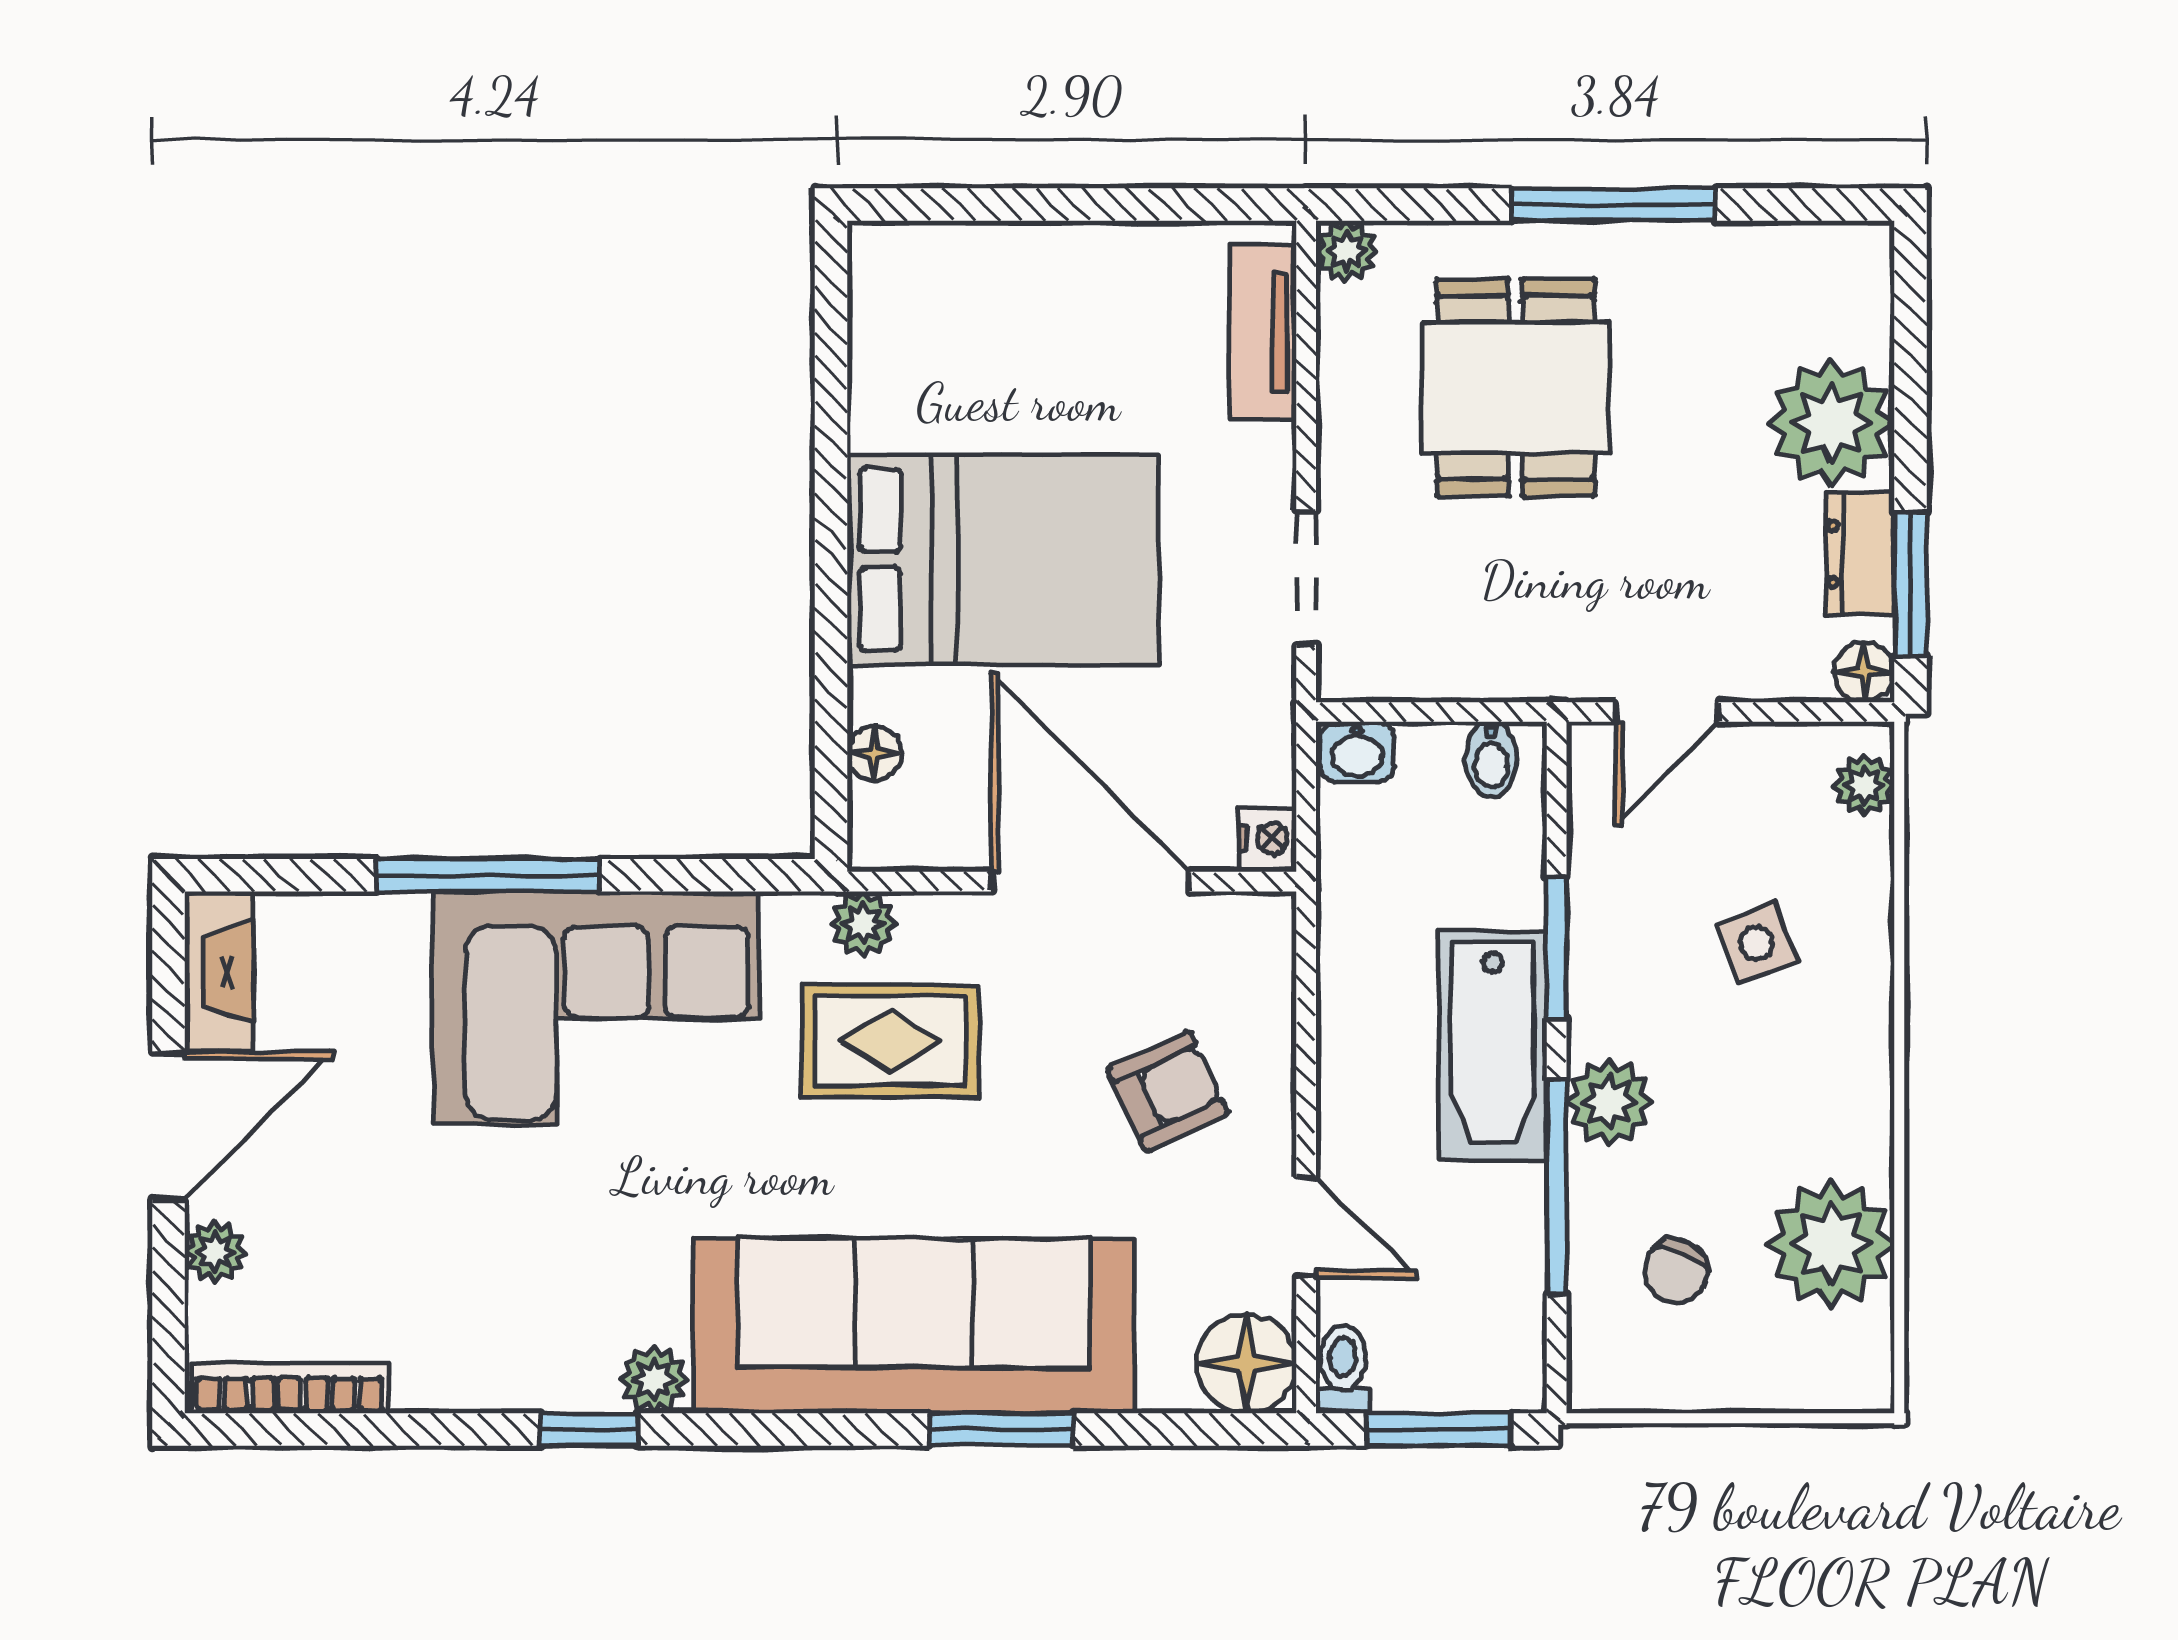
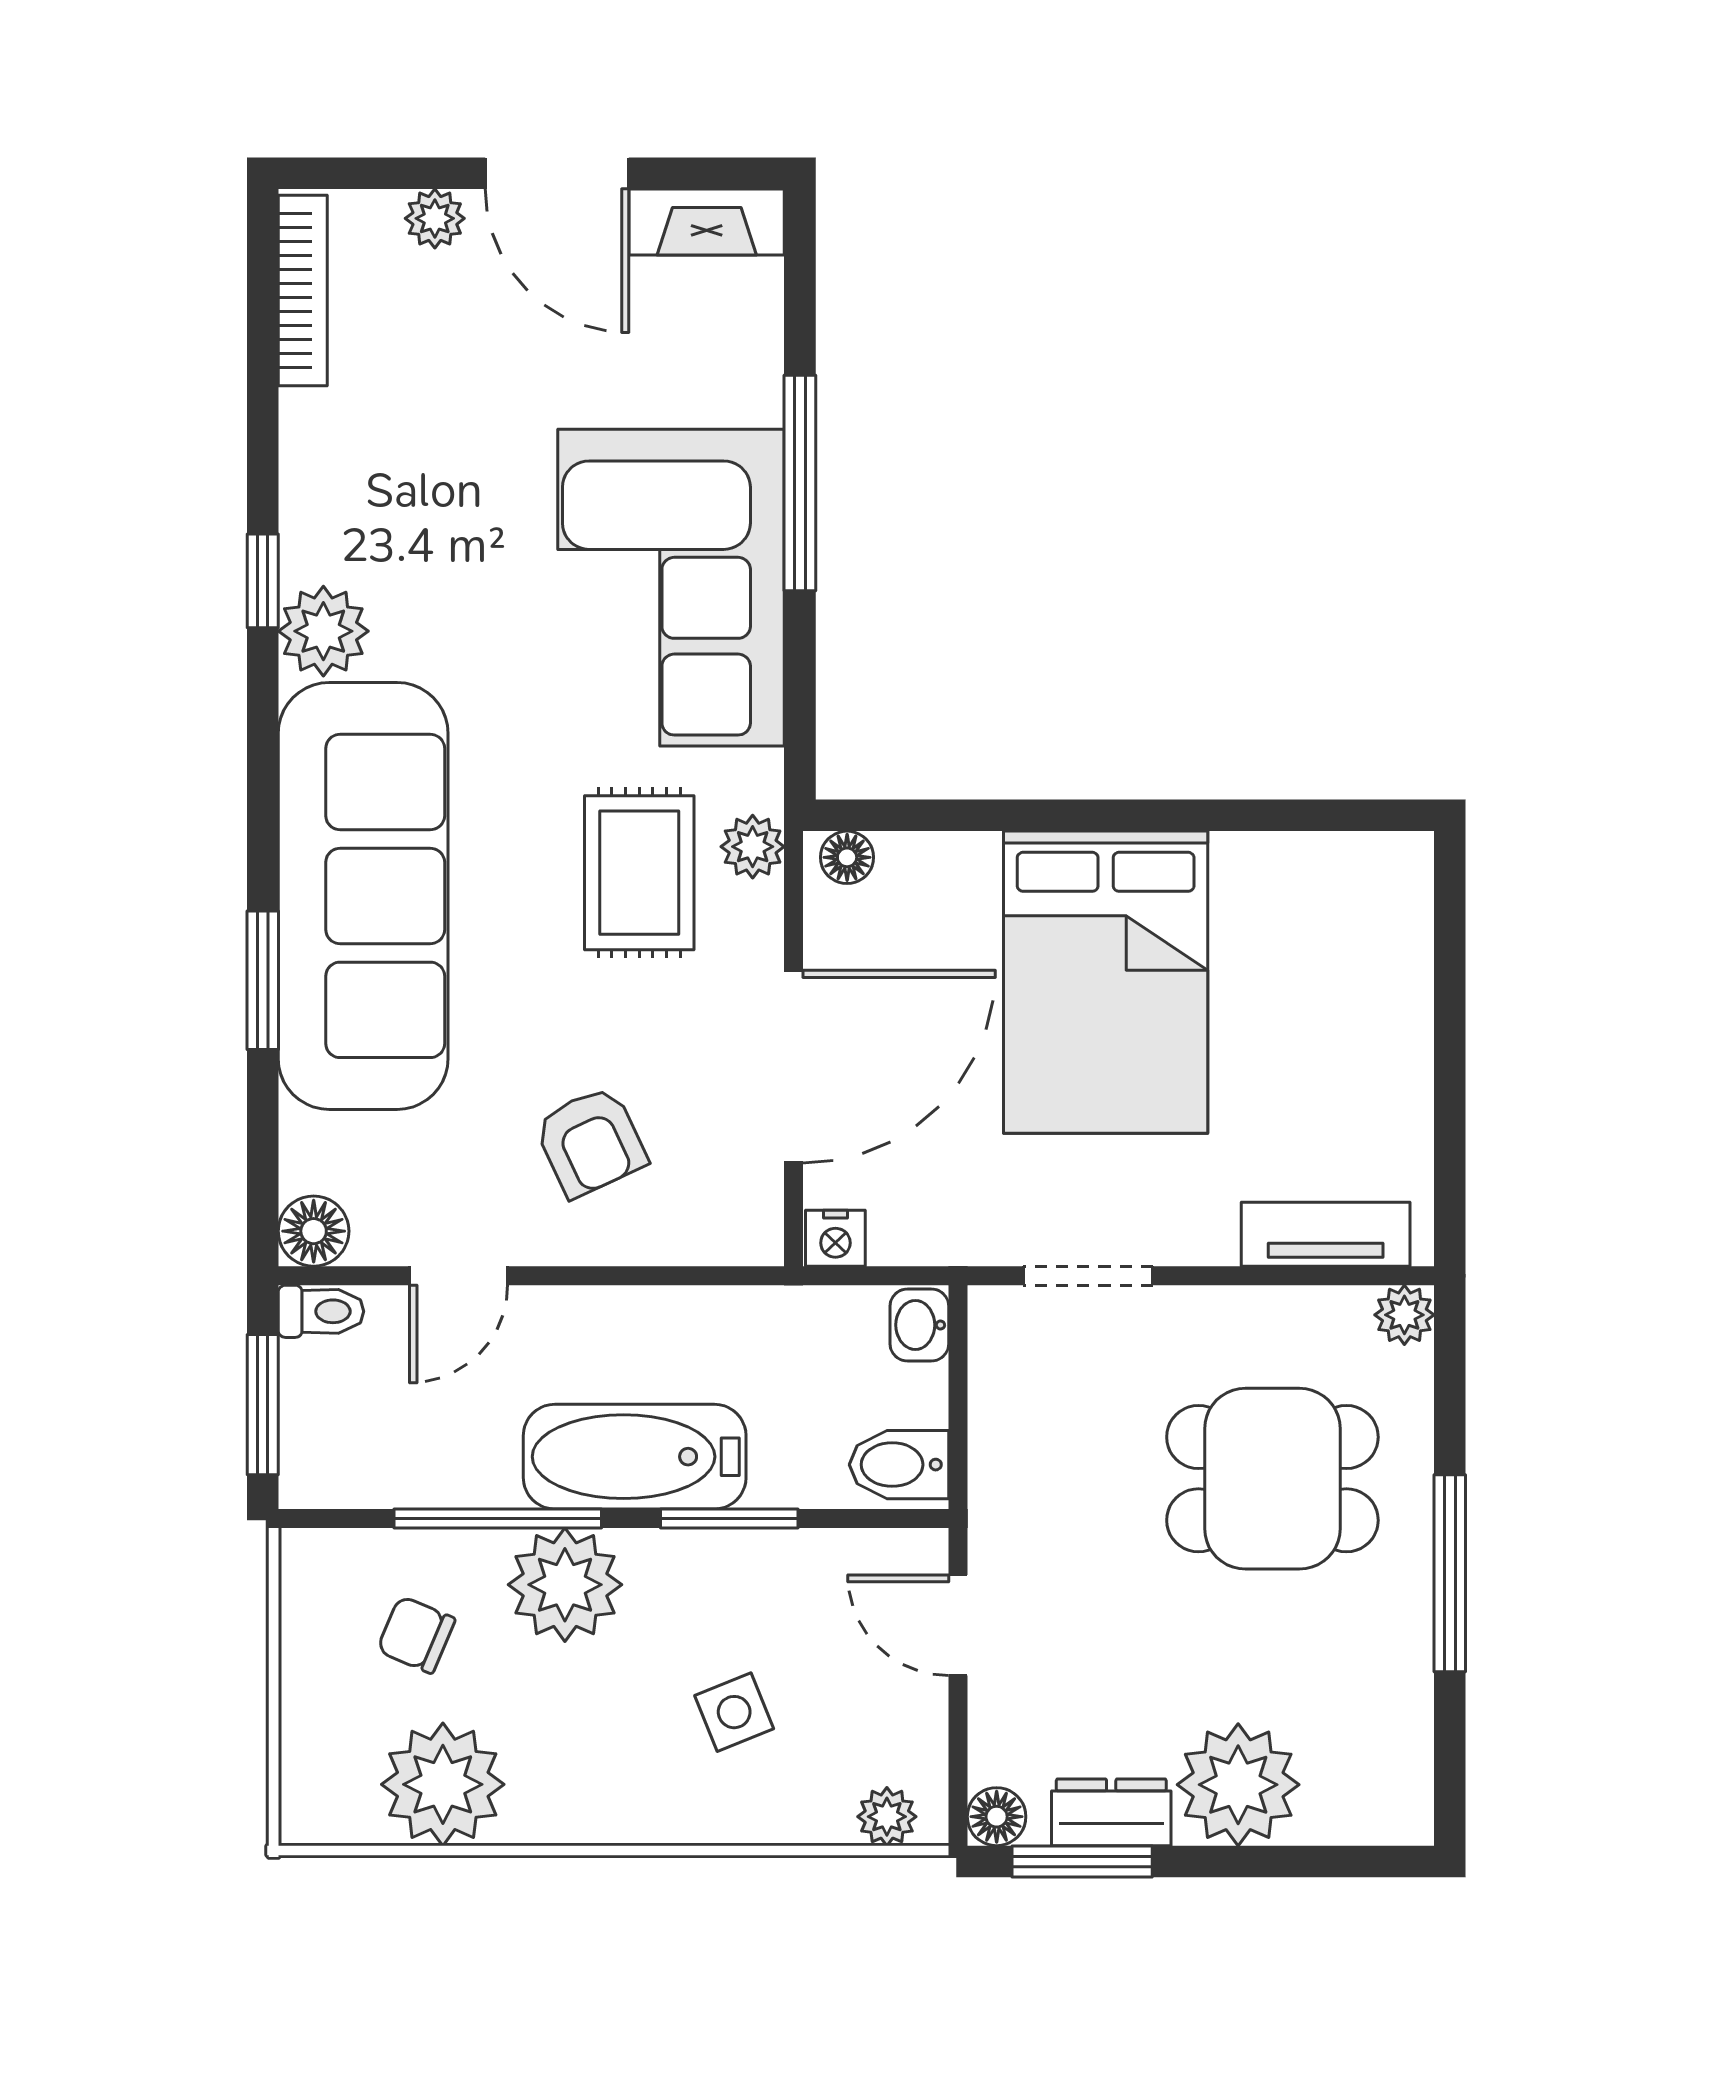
floor lamp: (874, 753) -> (847, 857), moved
bidet: (1491, 759) -> (899, 1465), width x1.38, depth x1.36
plant: (1609, 1102) -> (565, 1585), width x1.36, depth x1.36
floor lamp: (1246, 1363) -> (314, 1231), width x0.73, depth x0.73
plant: (654, 1380) -> (323, 631), width x1.38, depth x1.38

